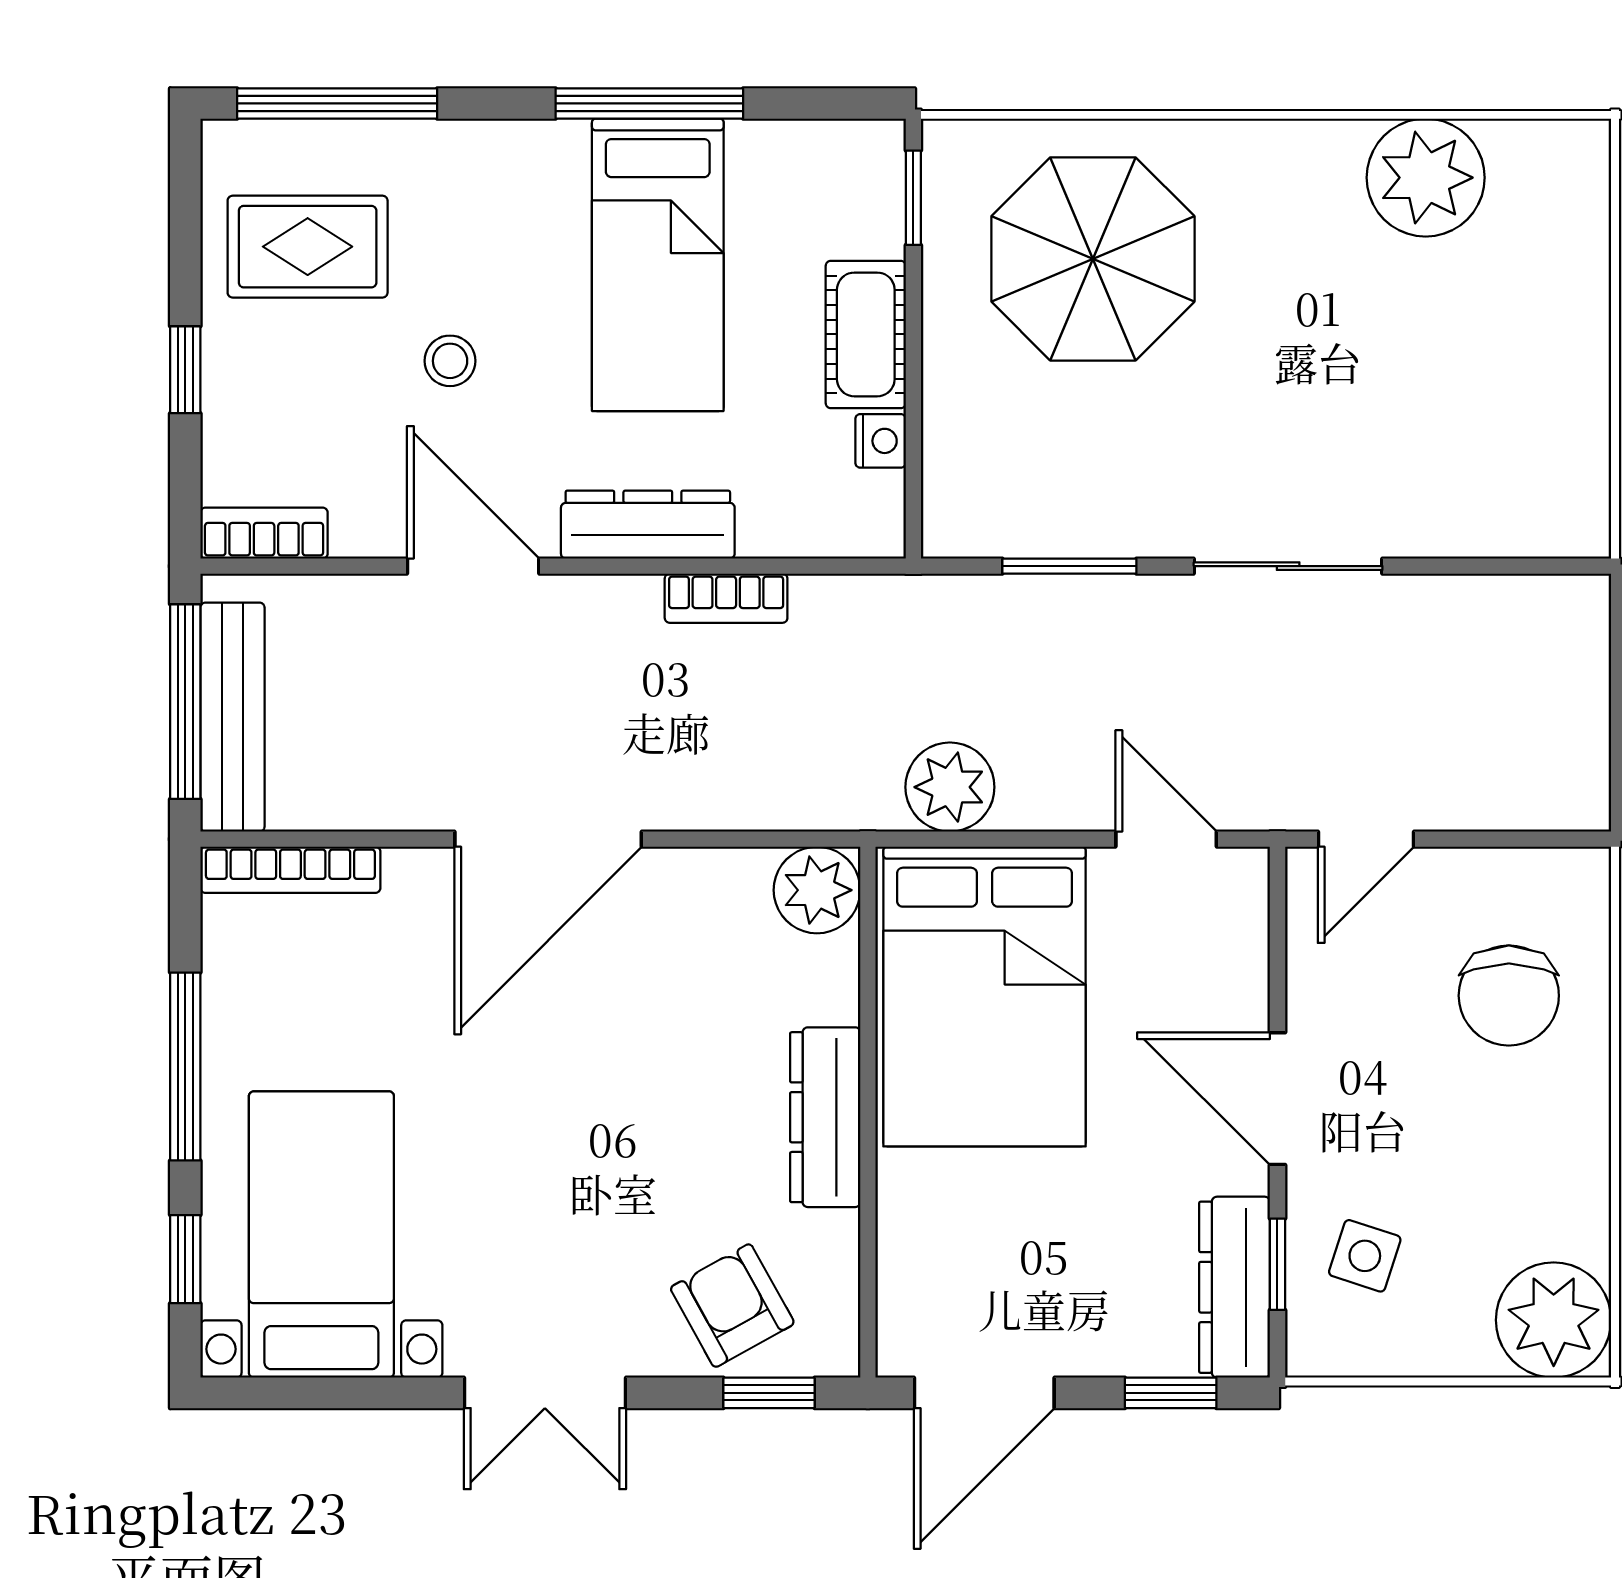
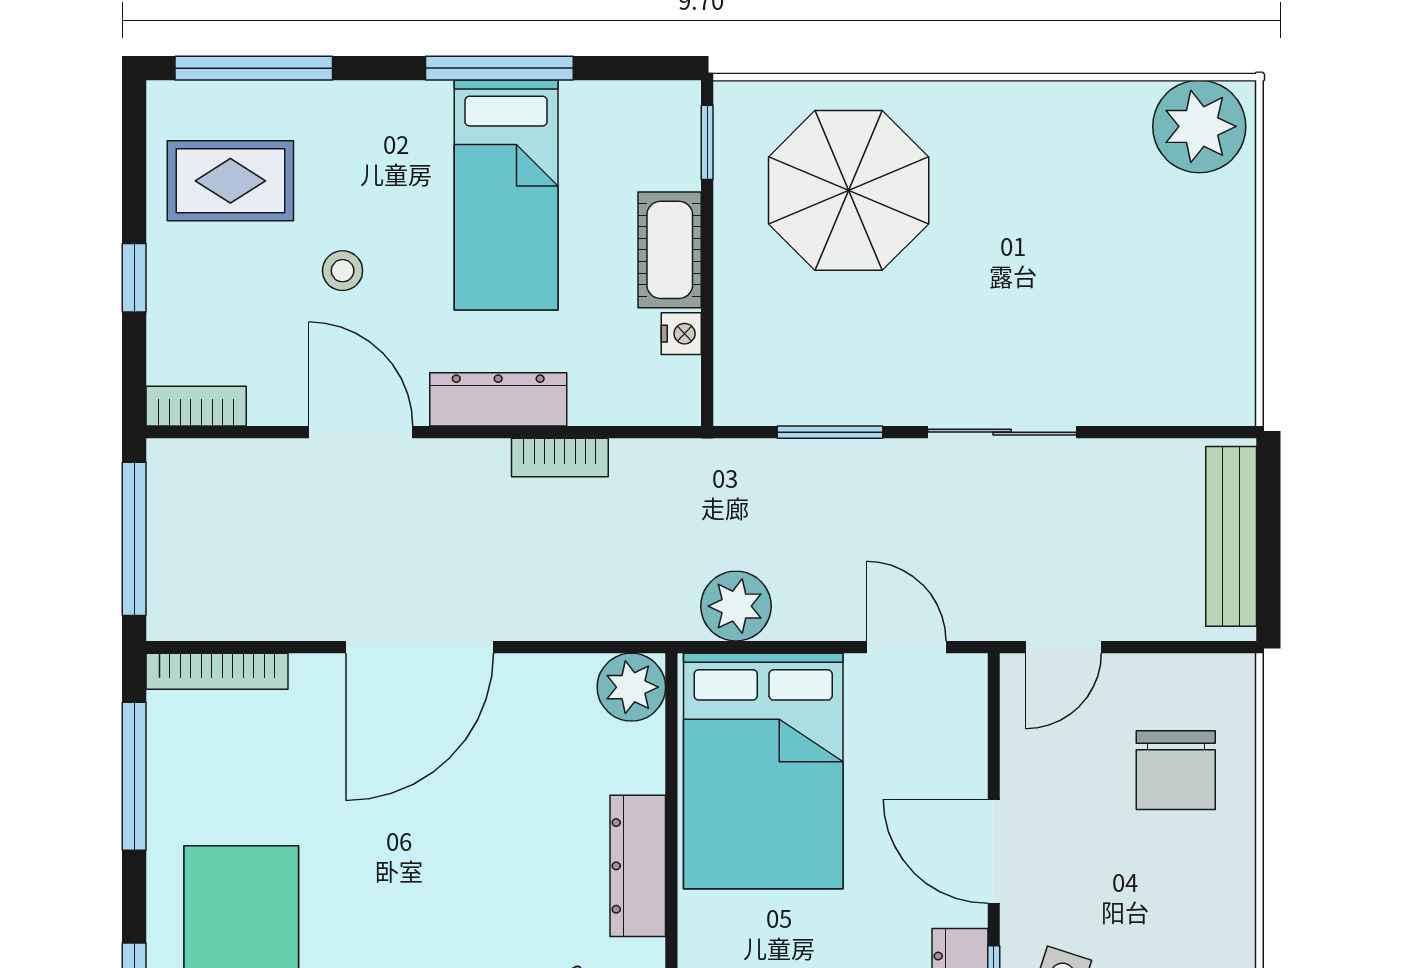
plant: (1426, 178) -> (1199, 126), moved
bench: (232, 717) -> (1231, 536), moved
window: (185, 1067) -> (134, 776), moved

